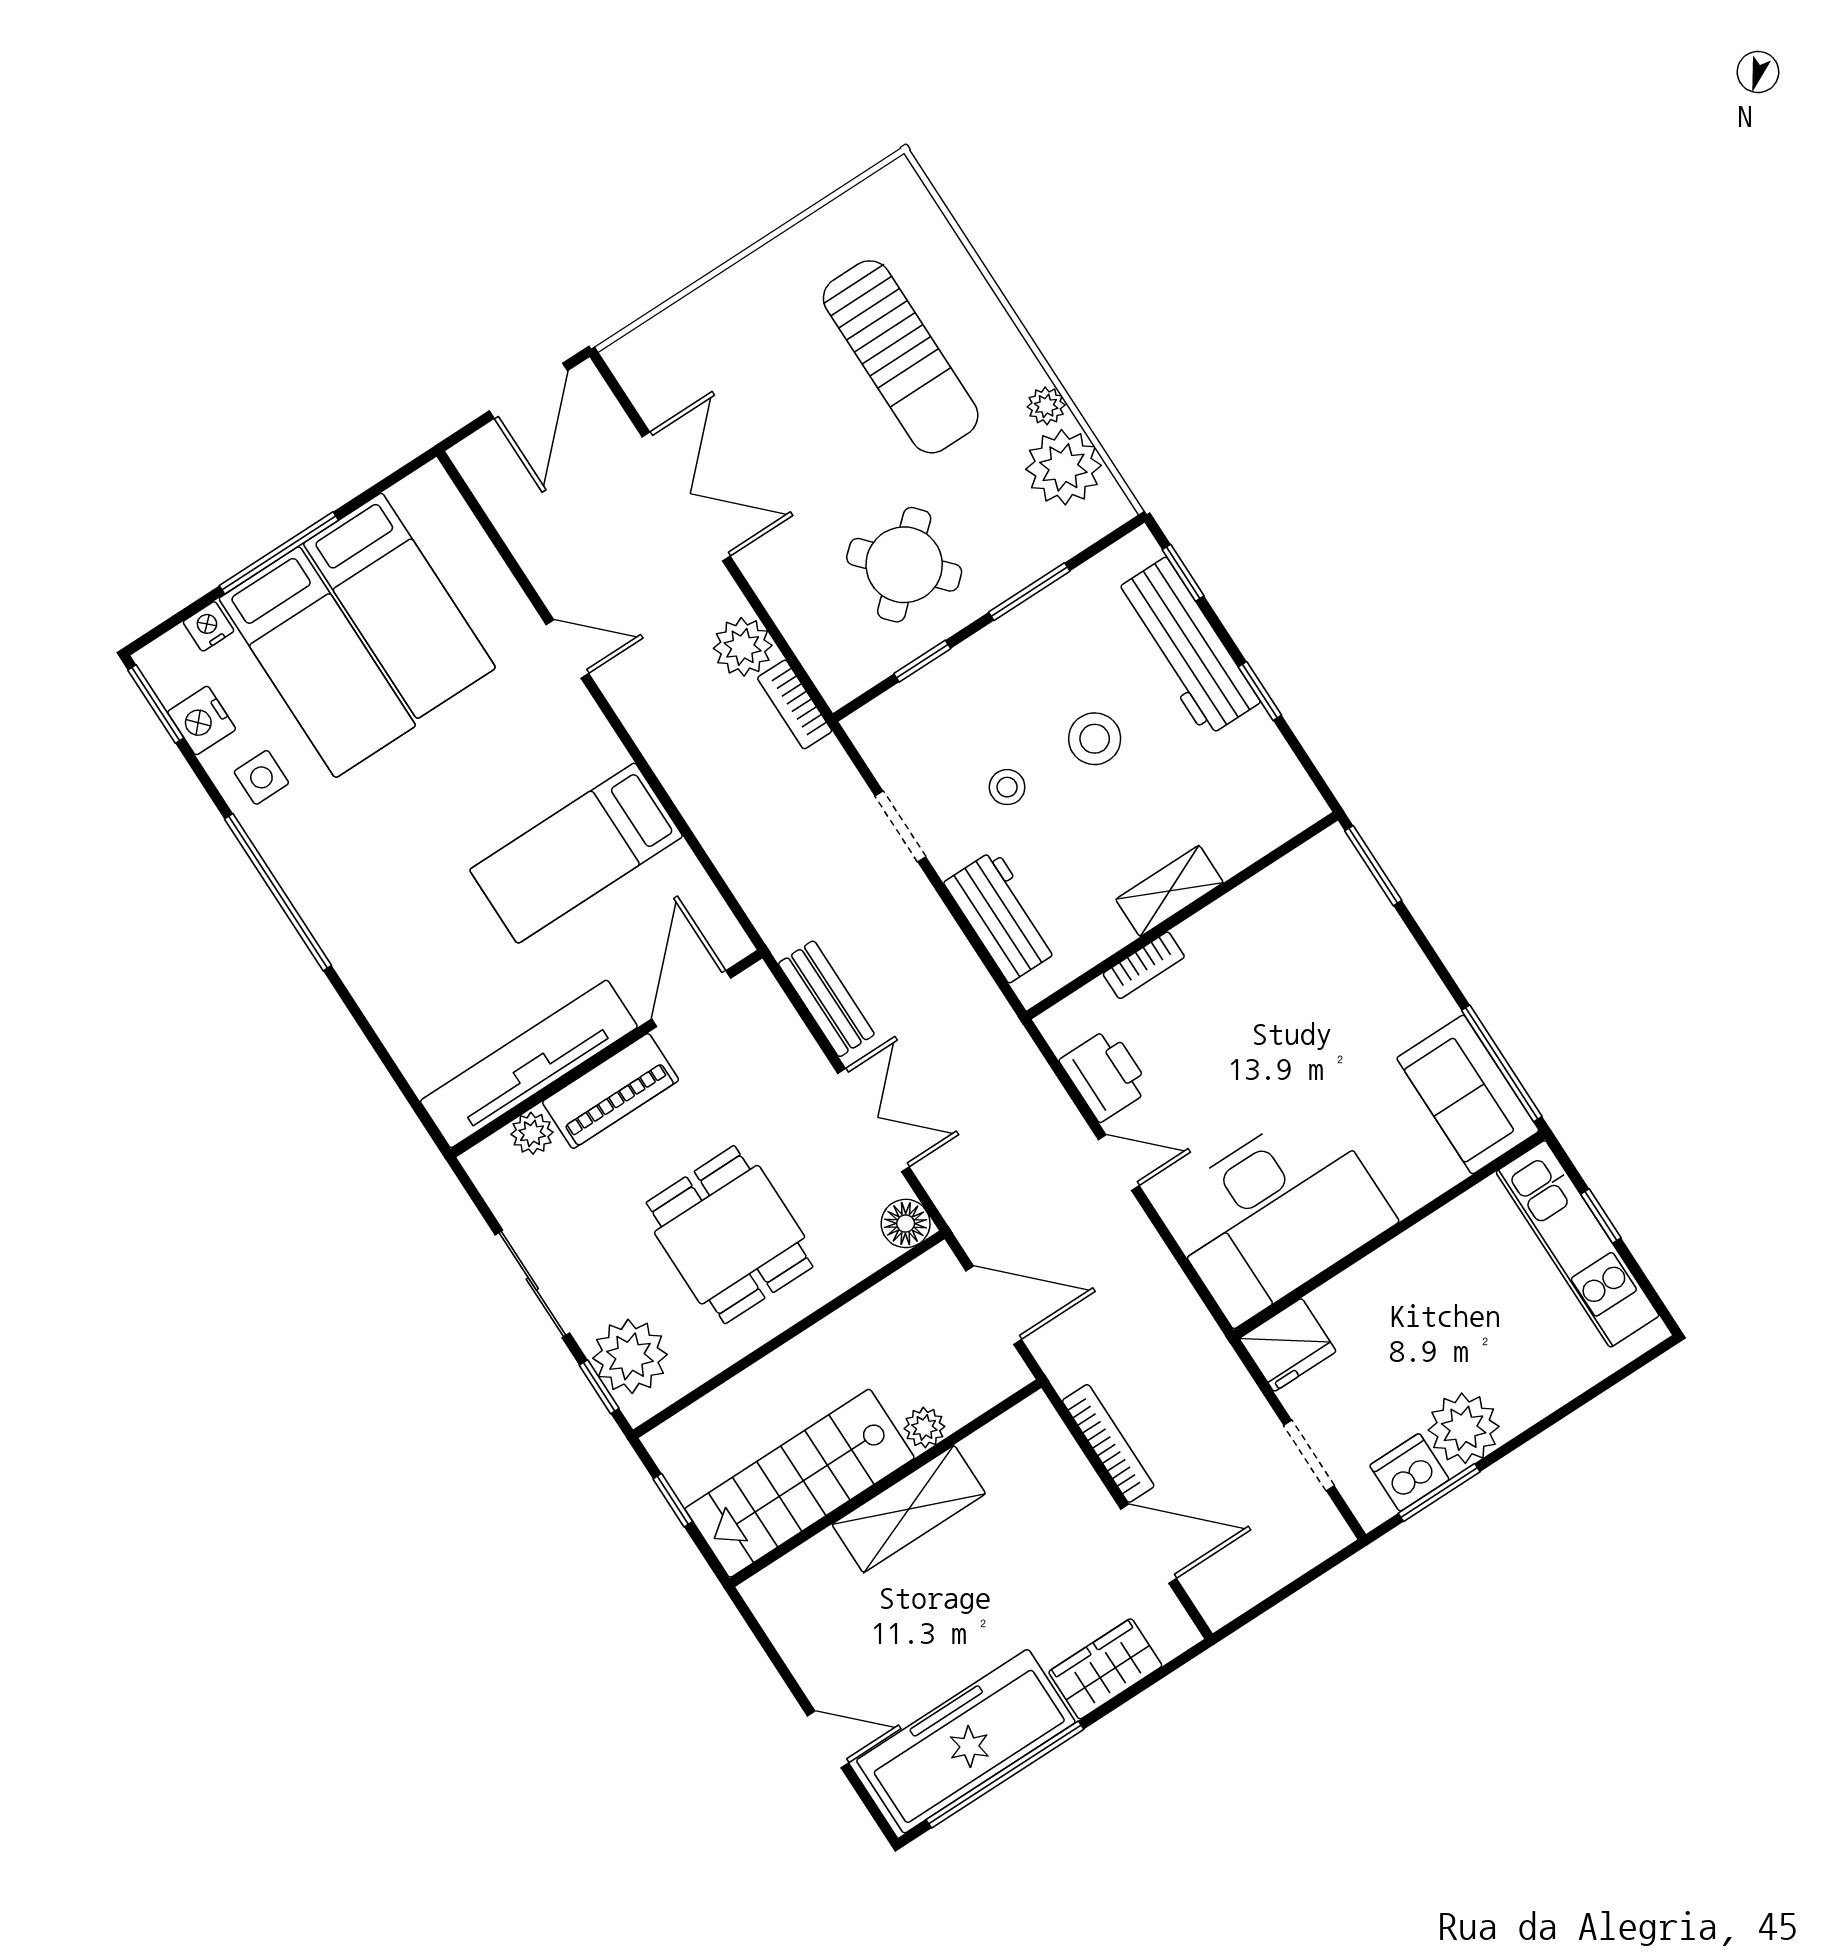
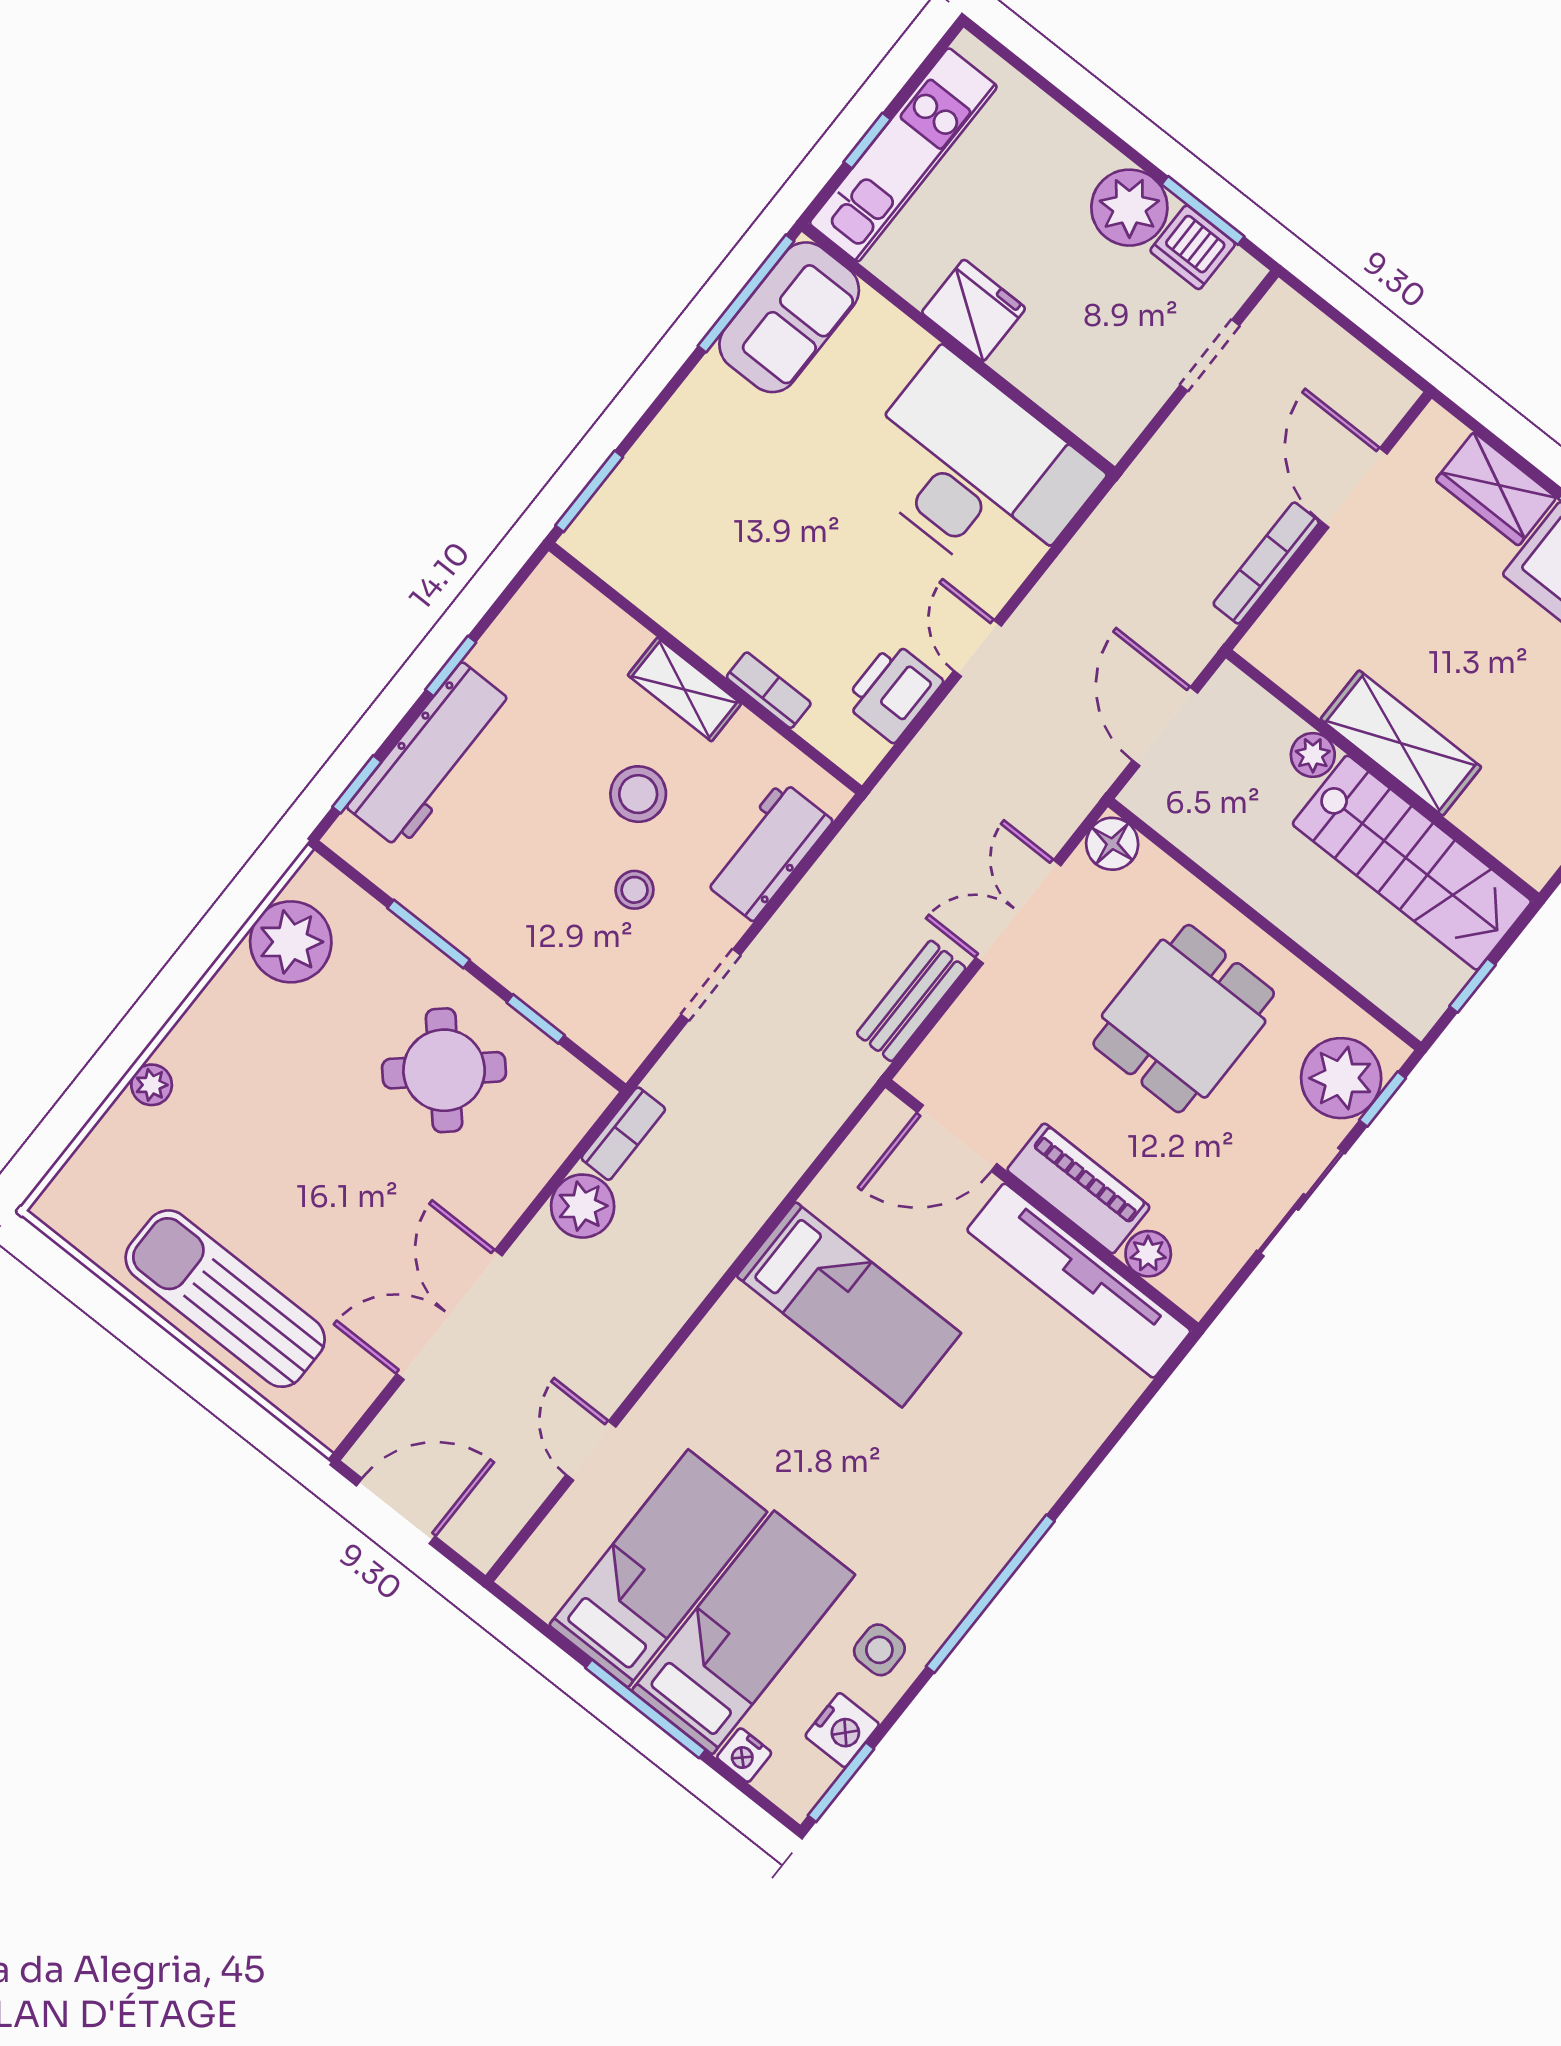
sun lounger: (901, 357) -> (225, 1299), moved, turned -90
plant: (1046, 406) -> (152, 1085), moved
door: (567, 649) -> (591, 1451), moved
stool: (1095, 739) -> (638, 794), moved
fridge: (1288, 1345) -> (974, 310), moved

